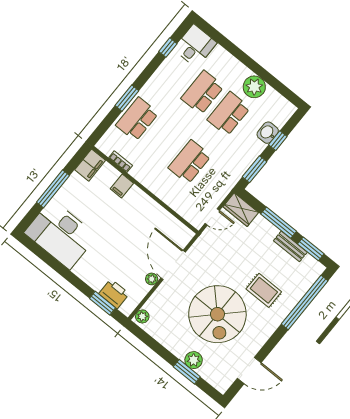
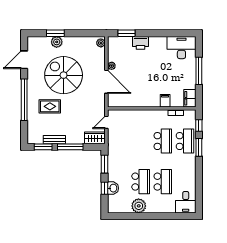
window: (168, 48) -> (199, 126), moved
school desk: (190, 162) -> (163, 141), moved
desk: (61, 234) -> (181, 48), width x0.73, depth x0.77
printer: (114, 294) -> (140, 43), moved
window: (305, 302) -> (24, 100), moved

